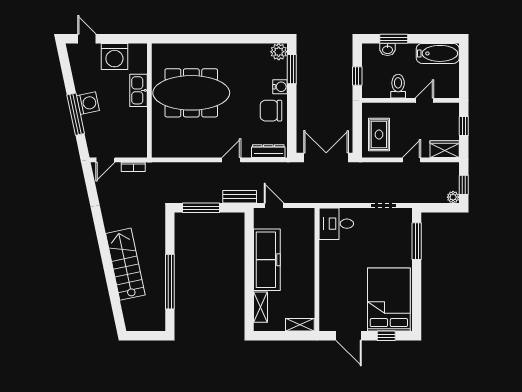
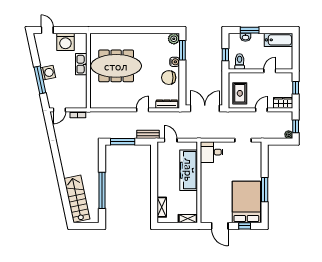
toilet: (398, 86) -> (240, 61), moved
window: (417, 241) -> (265, 190), moved
freezer: (267, 260) -> (189, 170), moved, turned 180
stairs: (125, 264) -> (77, 199), moved

